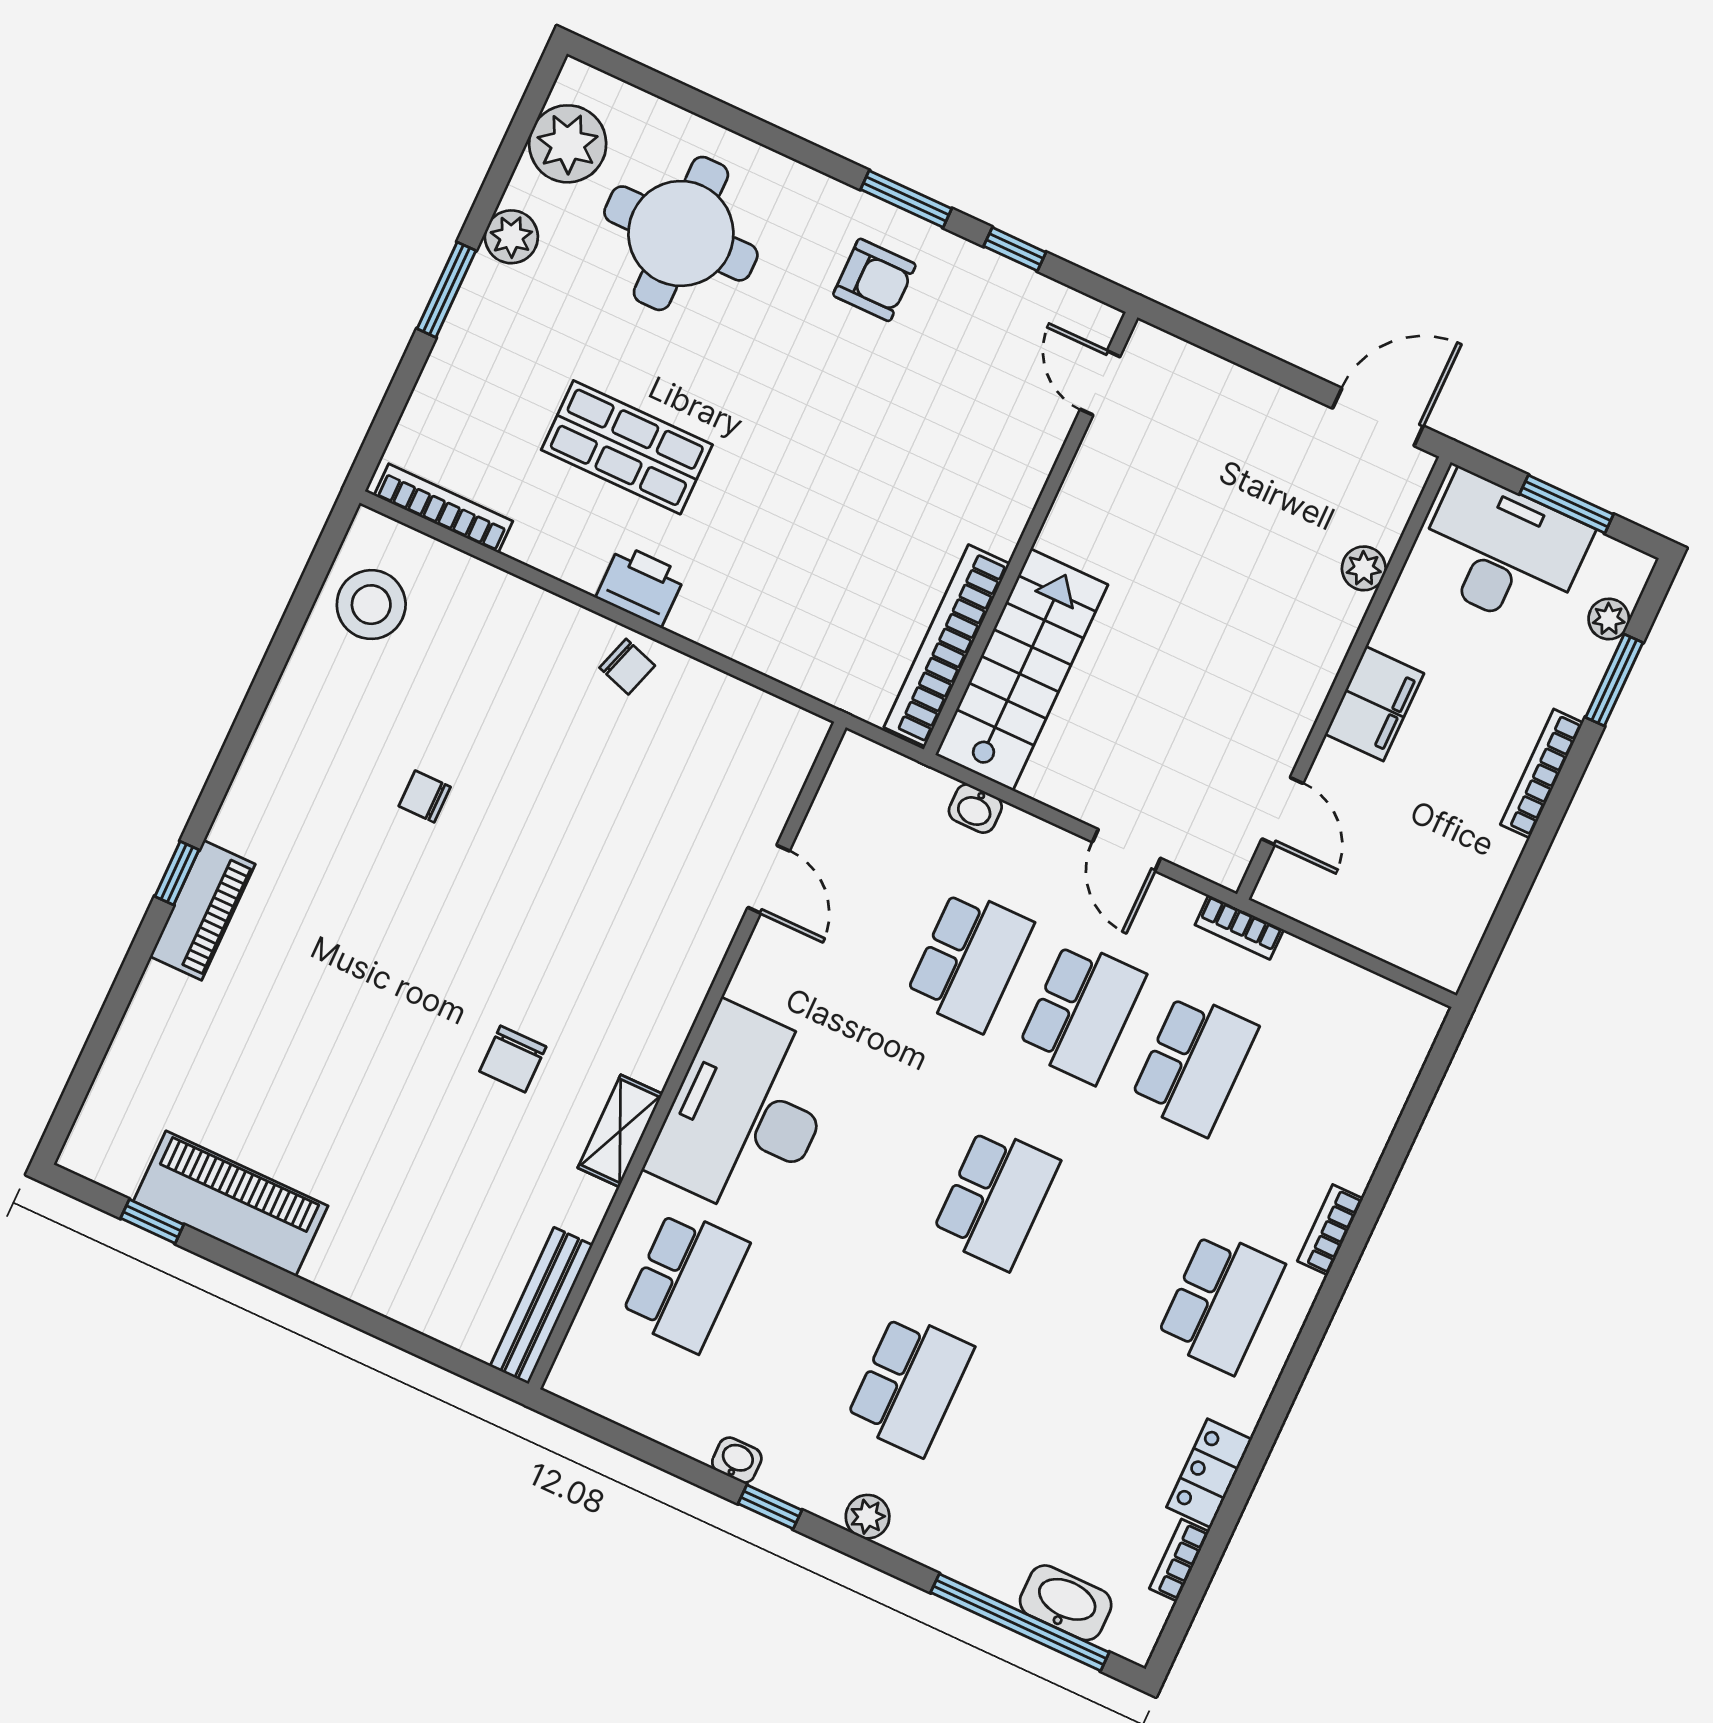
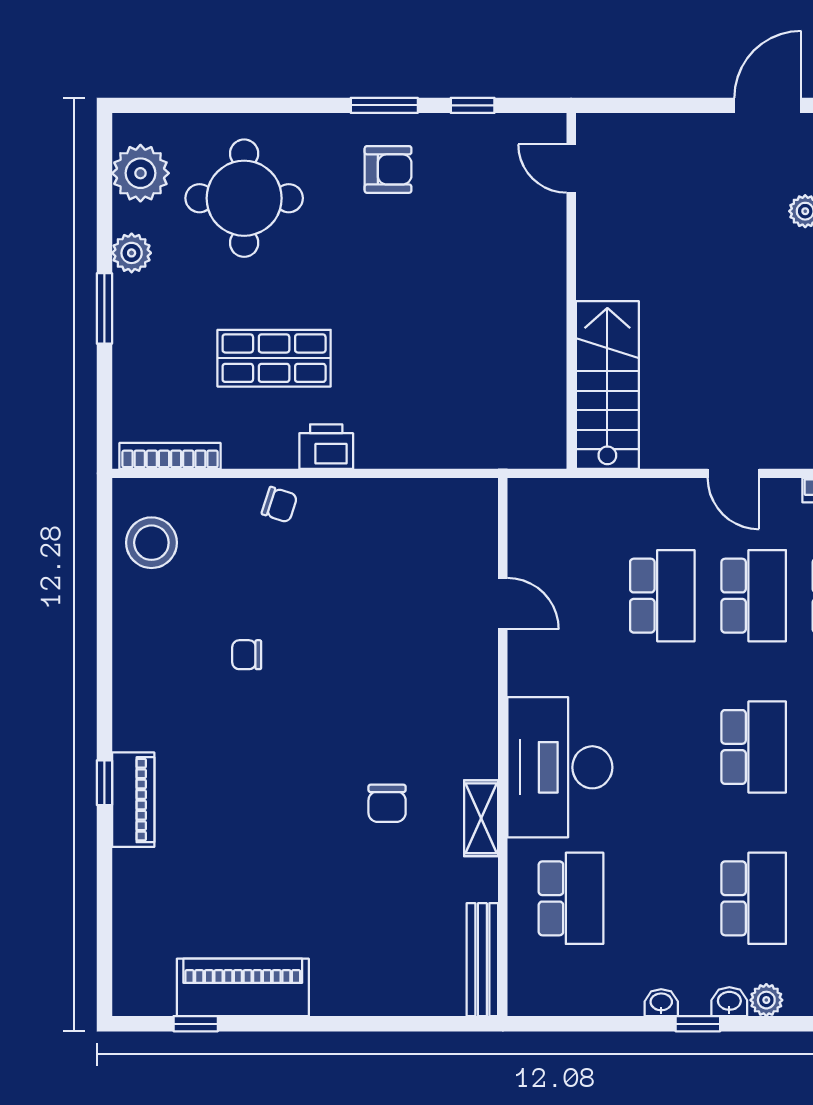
bookcase: (947, 646) -> (550, 392), removed
chair: (627, 667) -> (279, 505), moved
washbasin: (975, 809) -> (729, 1002), moved, turned 180

